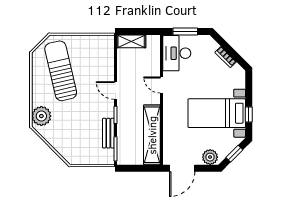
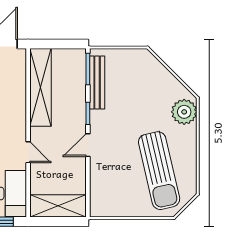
shelving: (131, 41) -> (58, 206), width x1.50, depth x1.33
door: (115, 90) -> (88, 145), swing flipped
bench: (108, 133) -> (97, 83), width x1.36

